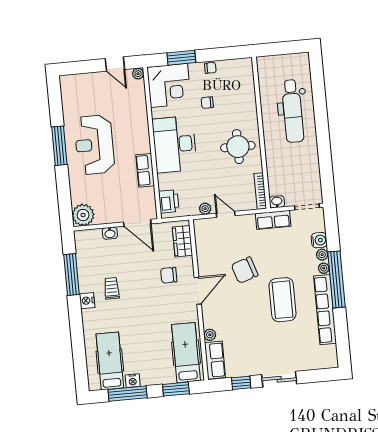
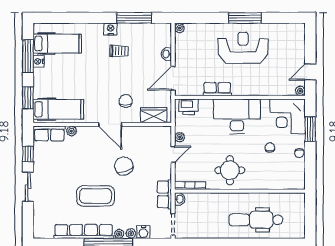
plant: (83, 215) -> (180, 28), width x0.53, depth x0.53

